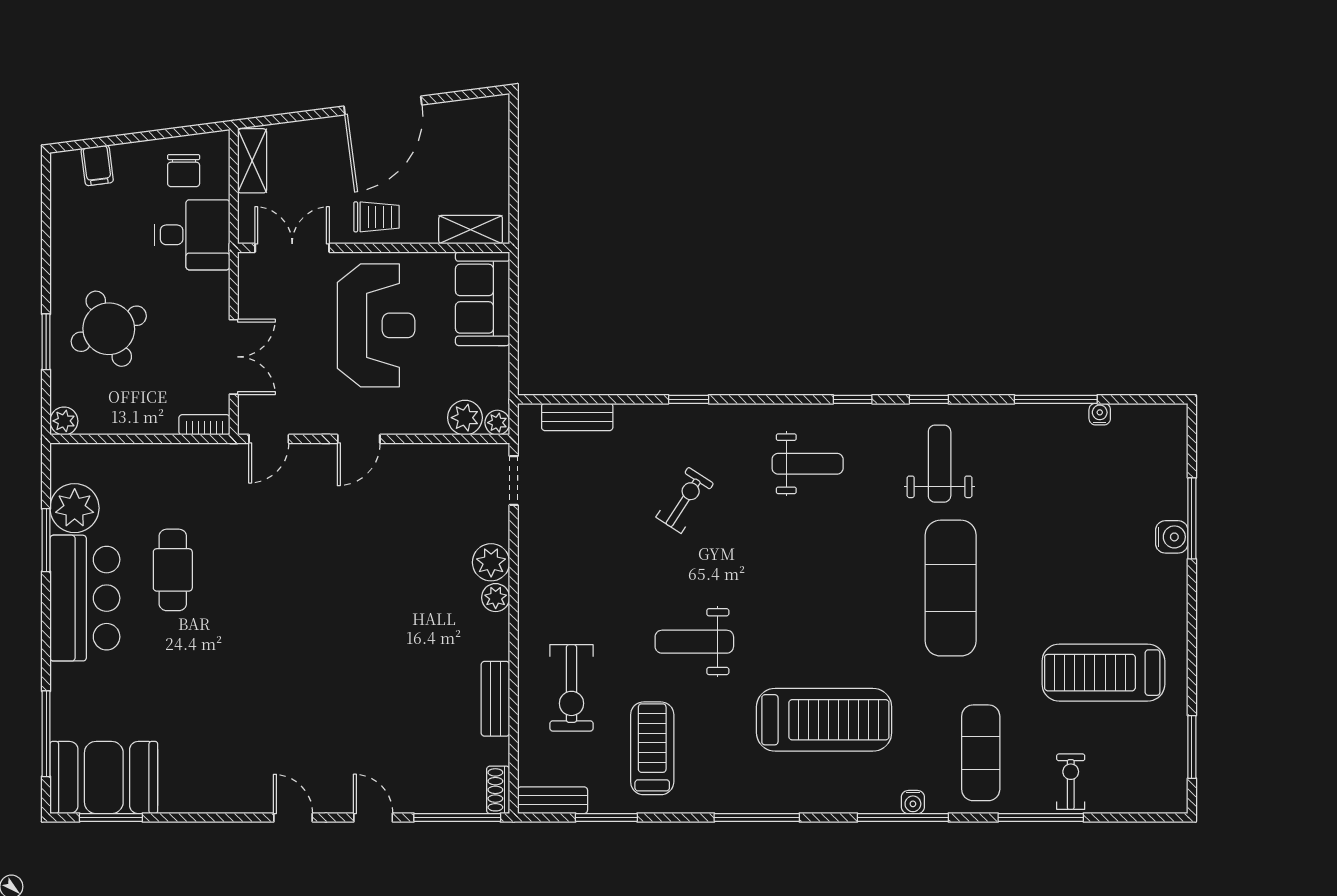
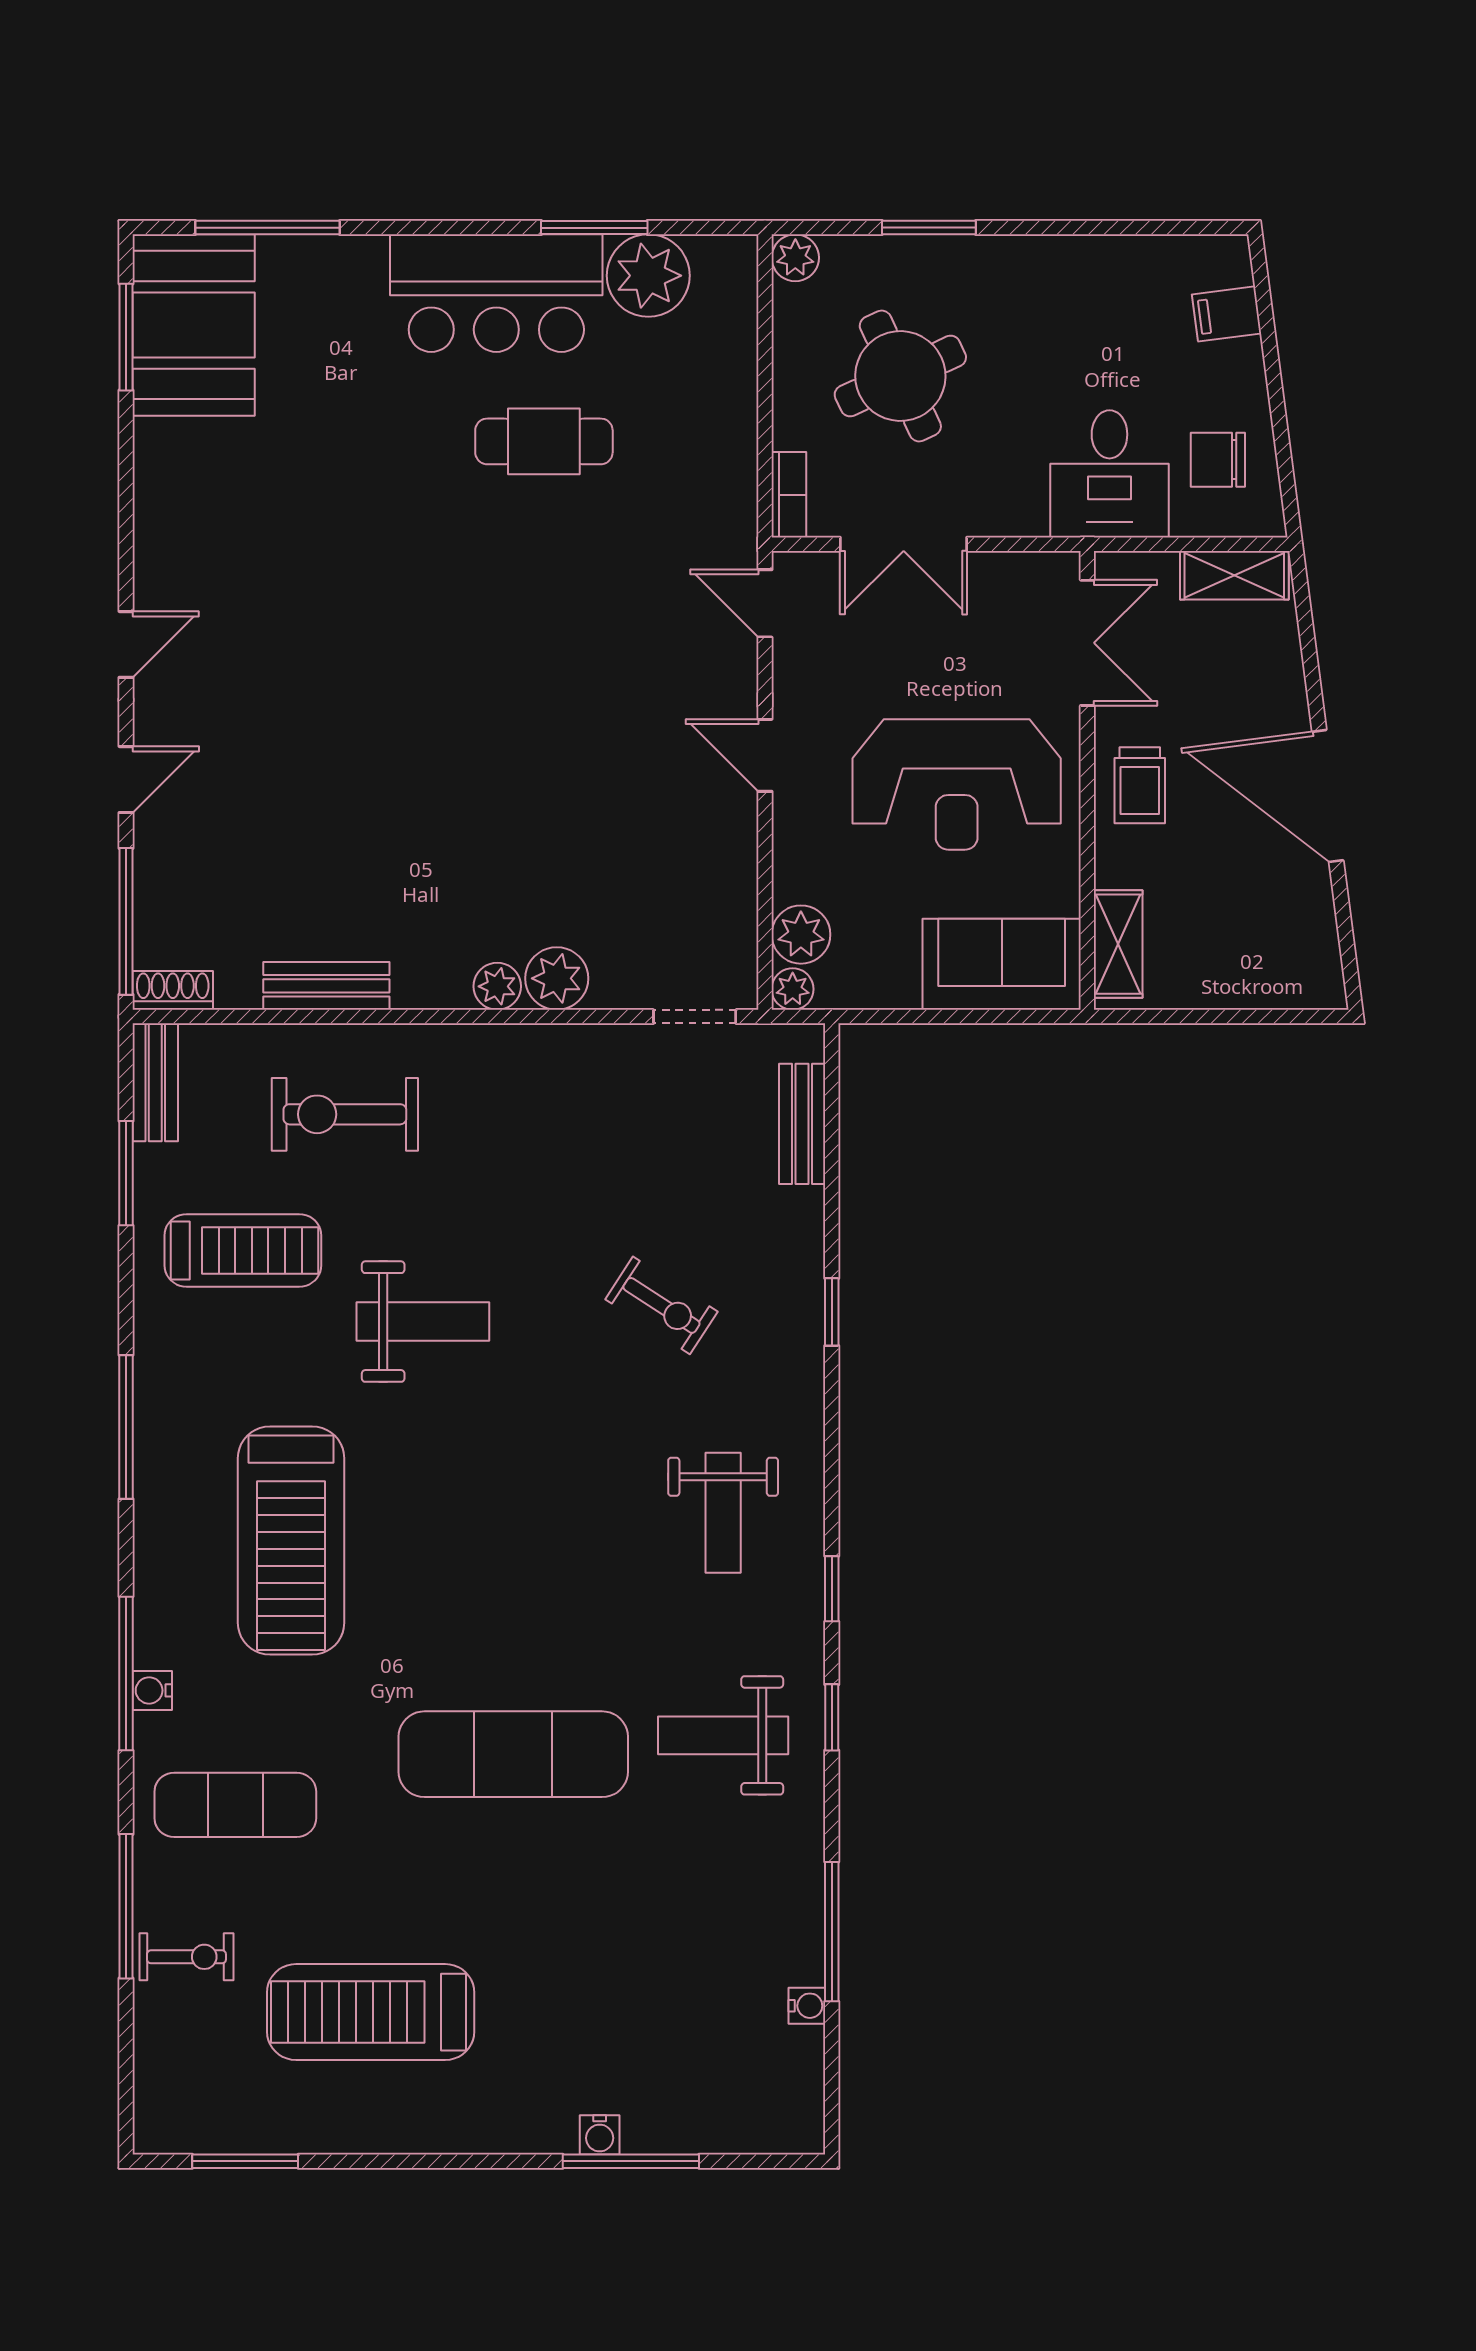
round table: (109, 329) -> (900, 376), moved
weight bench: (940, 464) -> (723, 1735), turned 180
water cooler: (1172, 537) -> (600, 2135), width x0.72, depth x0.72
weight bench: (694, 642) -> (423, 1322), turned 90
treadmill: (1103, 673) -> (371, 2012), turned -90

